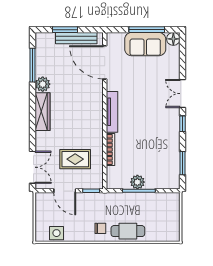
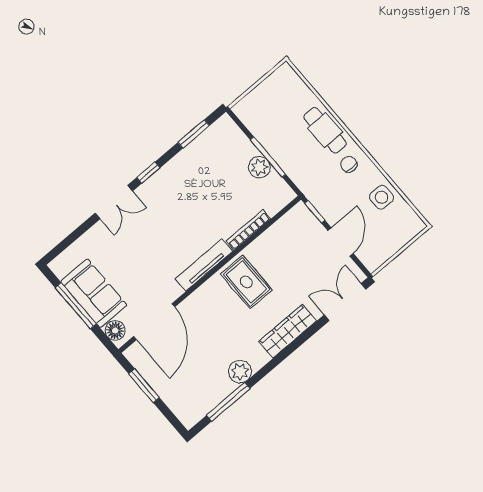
window: (65, 30) -> (144, 386), moved
bench: (76, 38) -> (154, 378), removed
floor lamp: (173, 39) -> (115, 330), moved
wardrobe: (42, 112) -> (288, 331), moved
rug: (75, 159) -> (246, 282), moved
side table: (57, 233) -> (381, 197), moved

